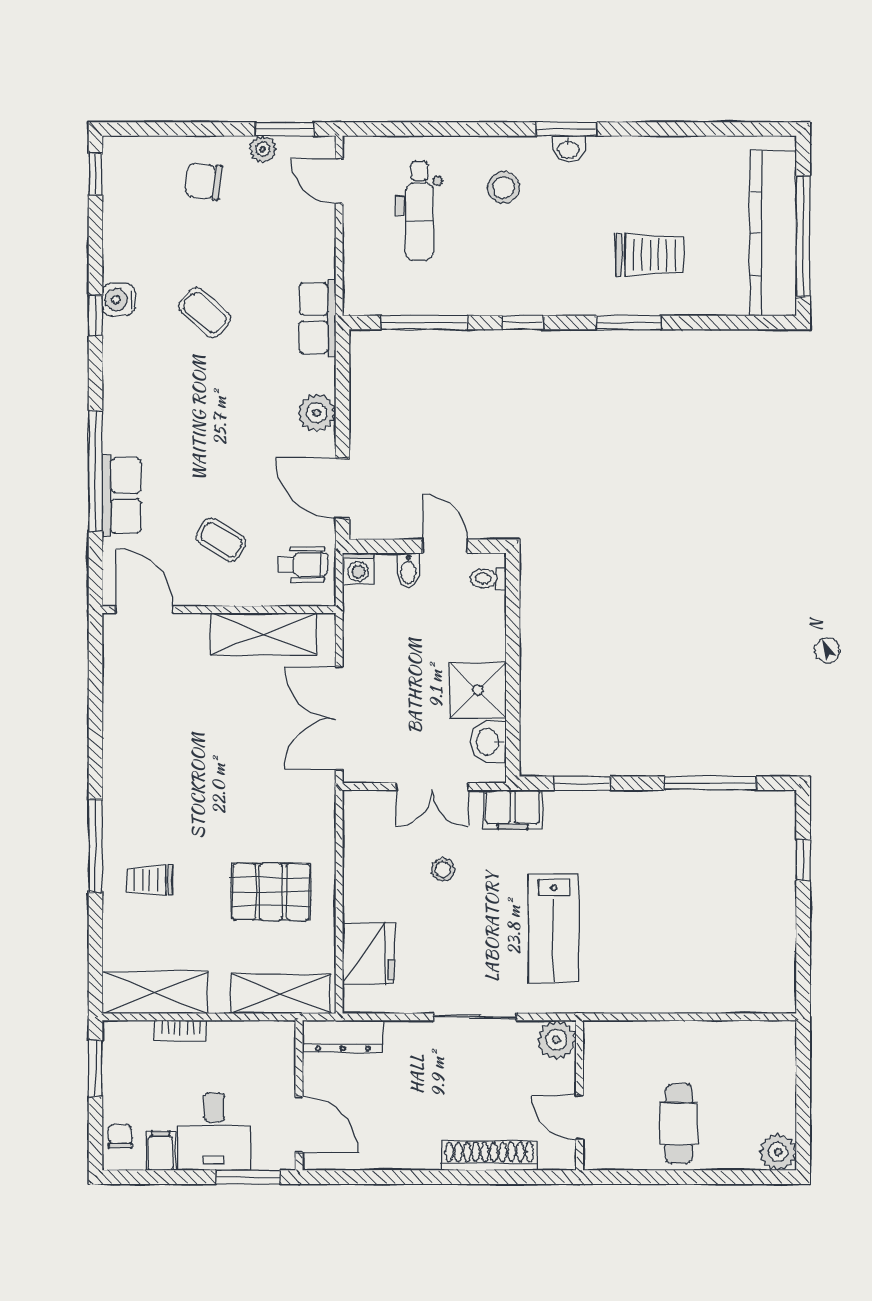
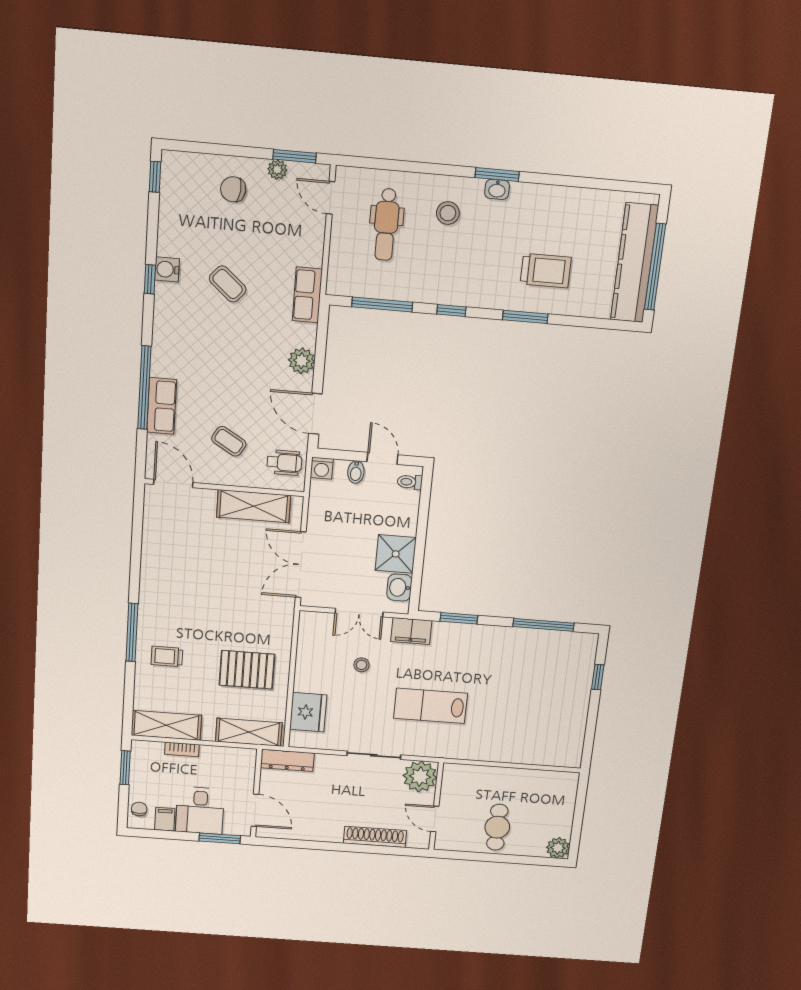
lab bench: (554, 928) -> (430, 706), turned 90
plant: (557, 1040) -> (420, 777), width x1.36, depth x1.36

